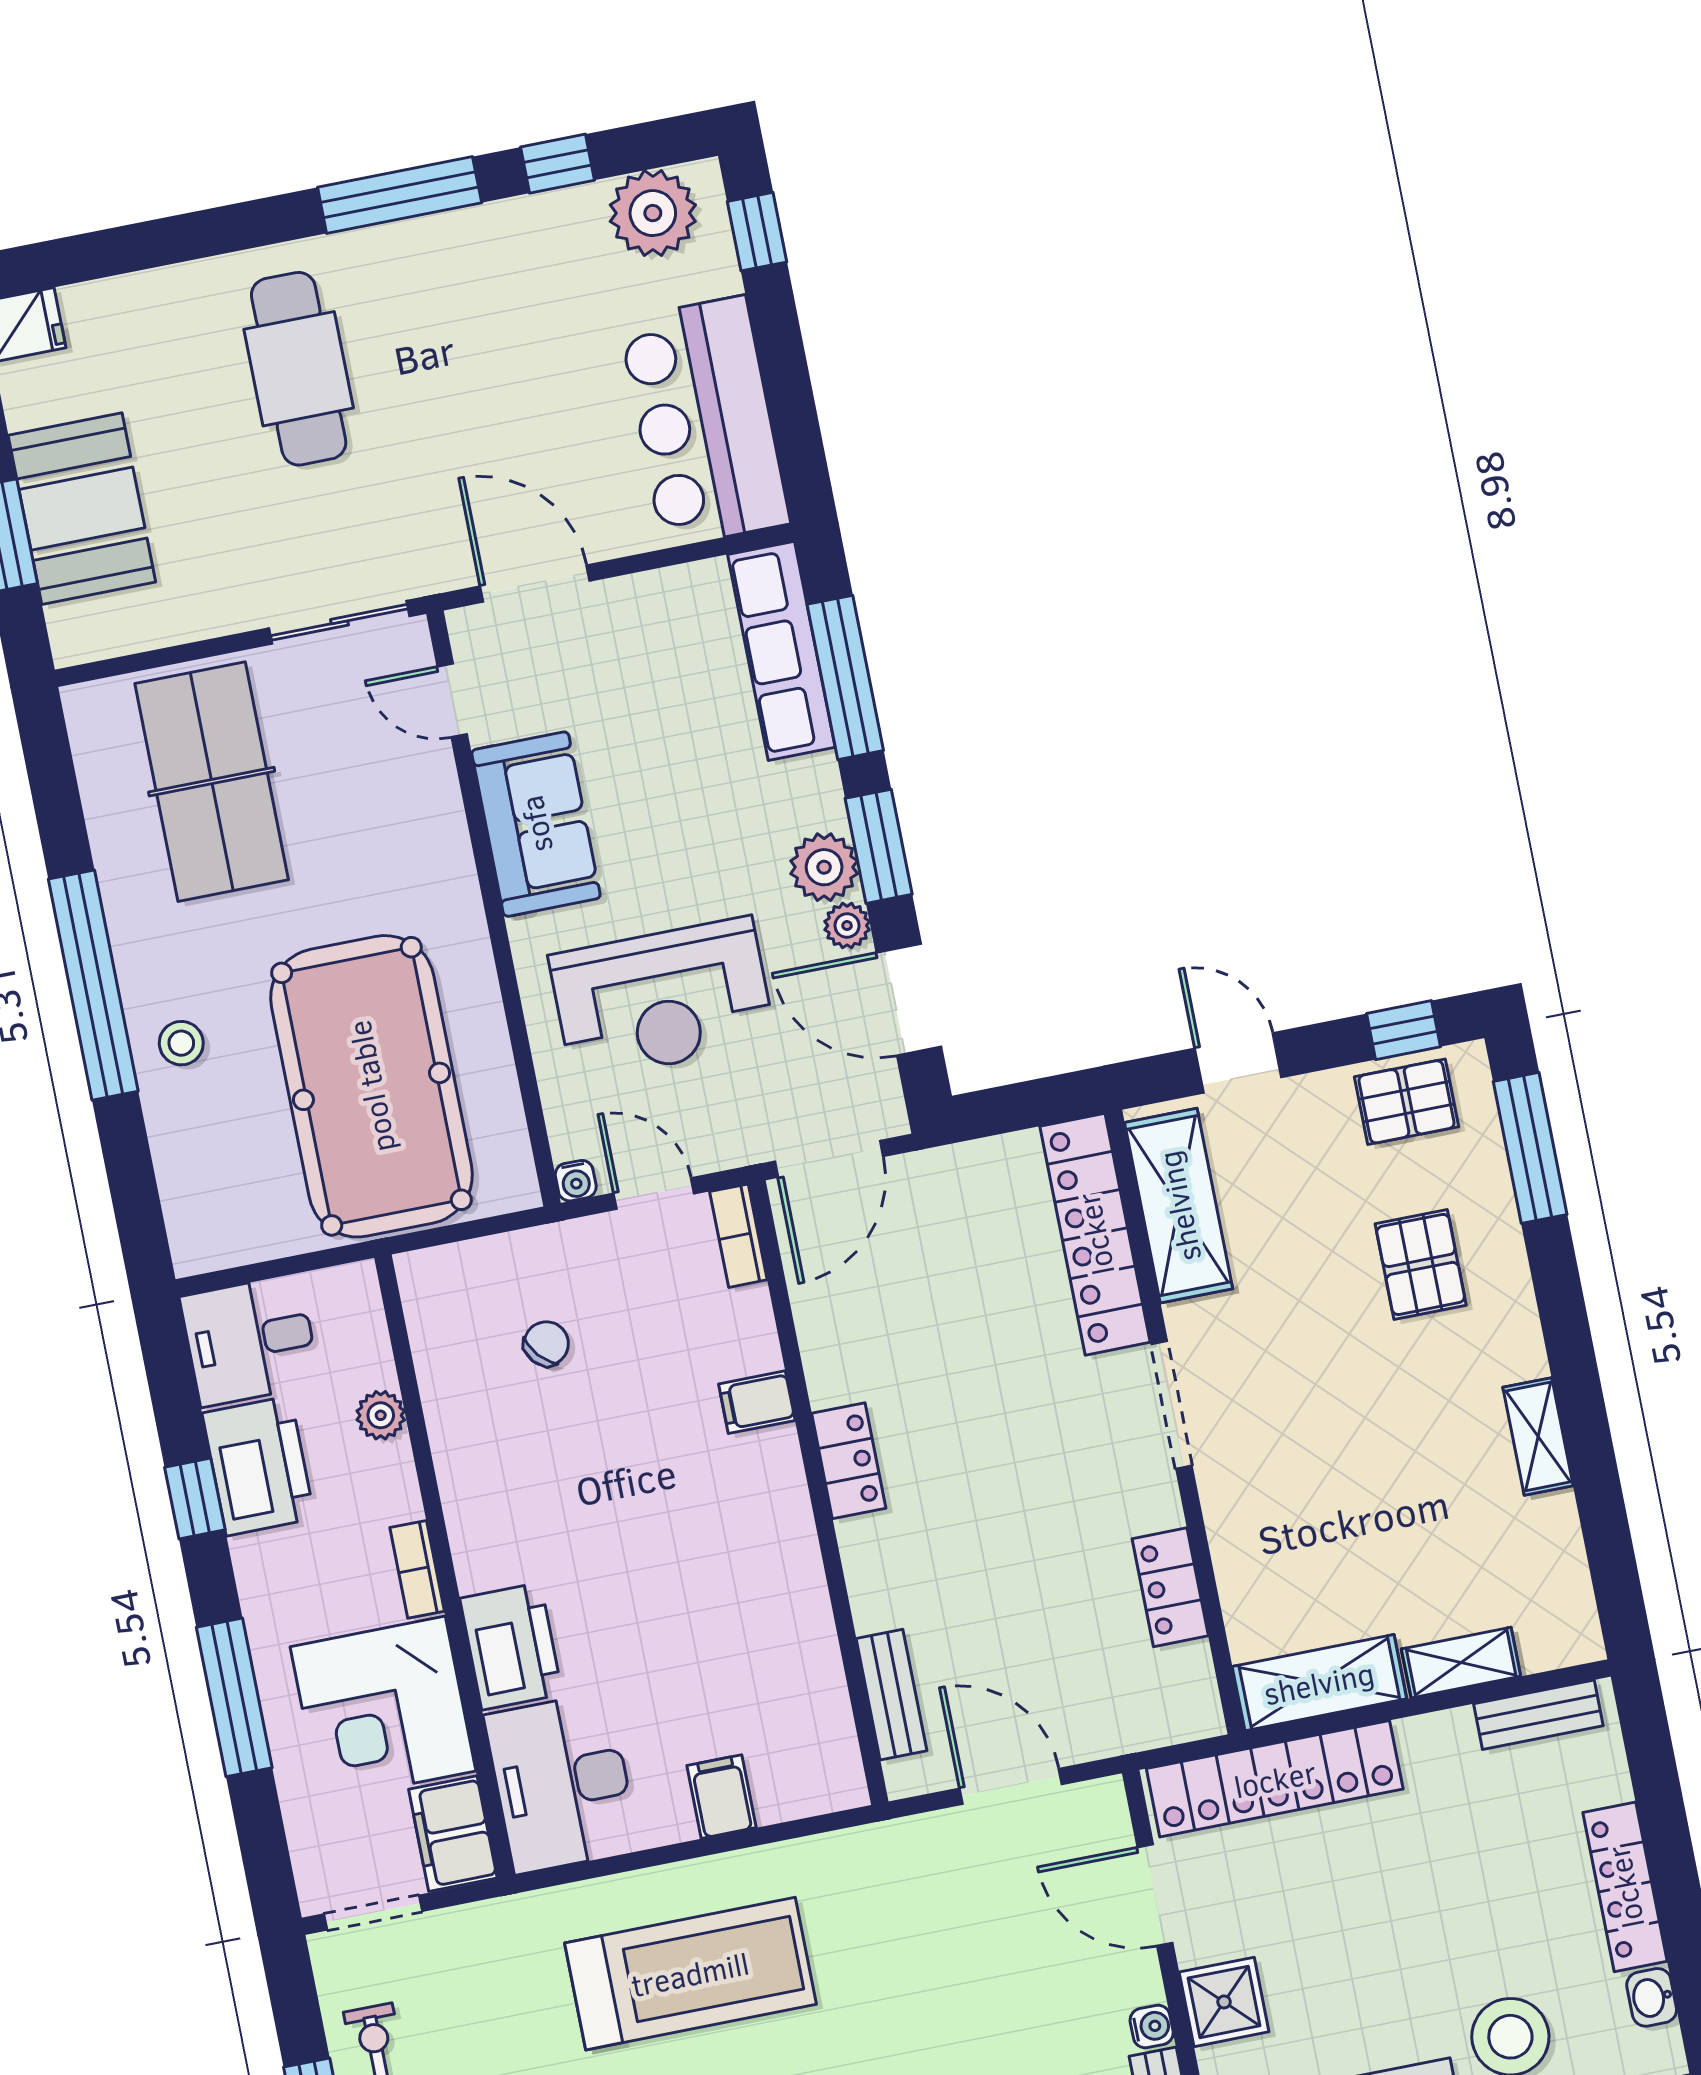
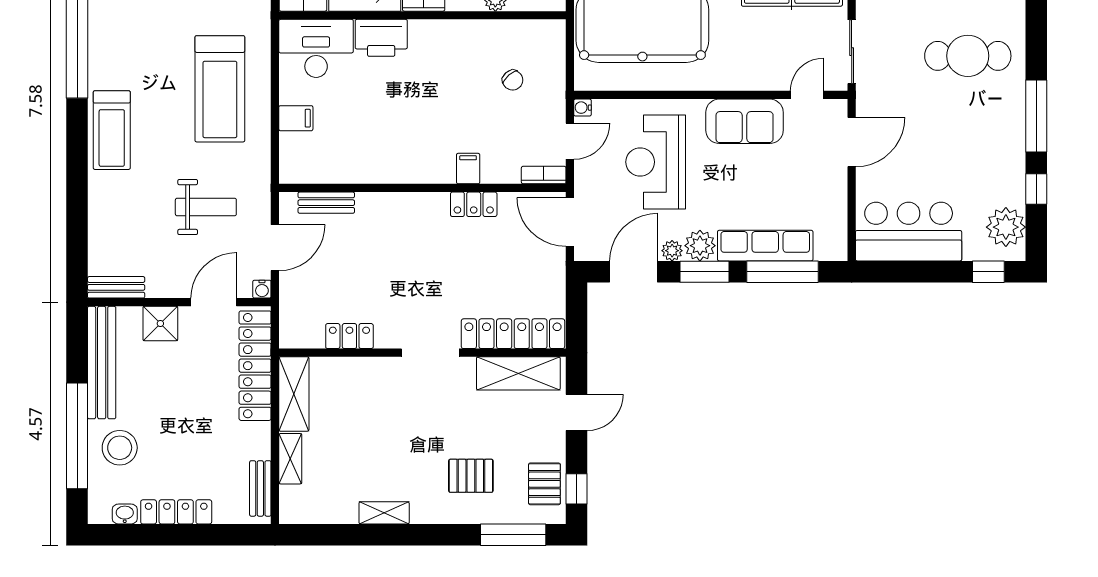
row of seats: (781, 651) -> (765, 246), moved
locker: (849, 1461) -> (474, 204), moved
weight bench: (952, 1953) -> (206, 207), added
water cooler: (1152, 2026) -> (262, 289), moved

